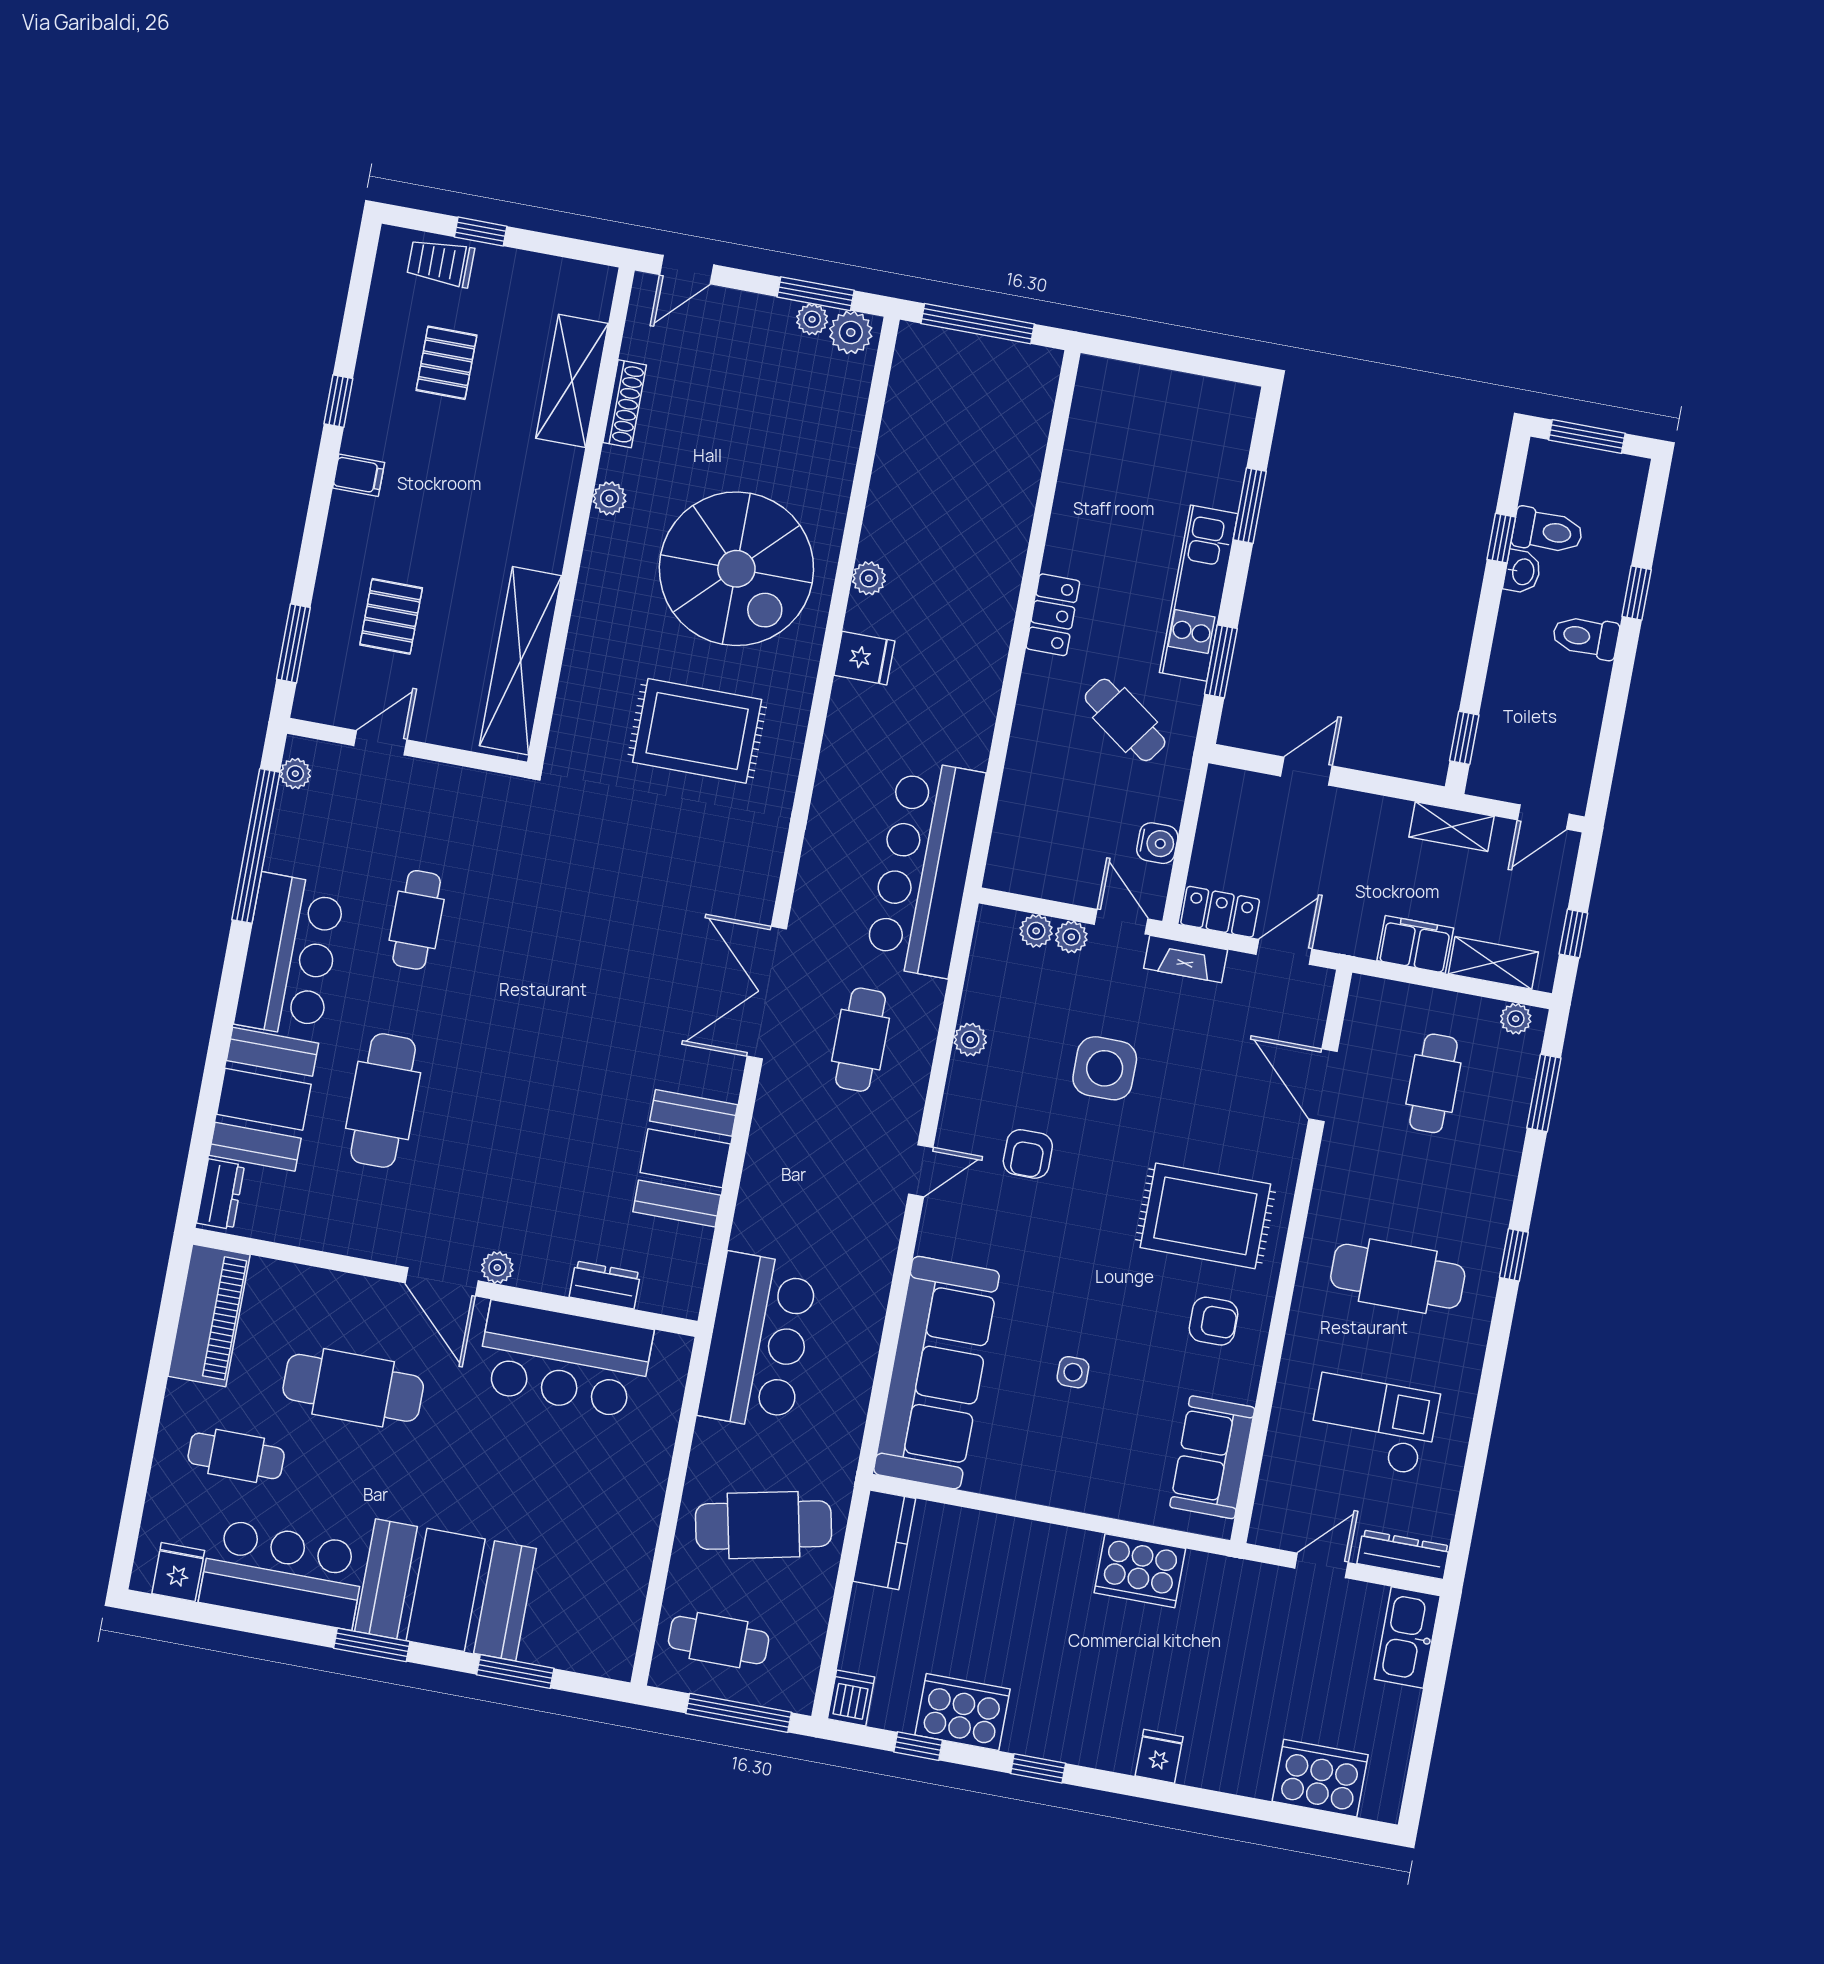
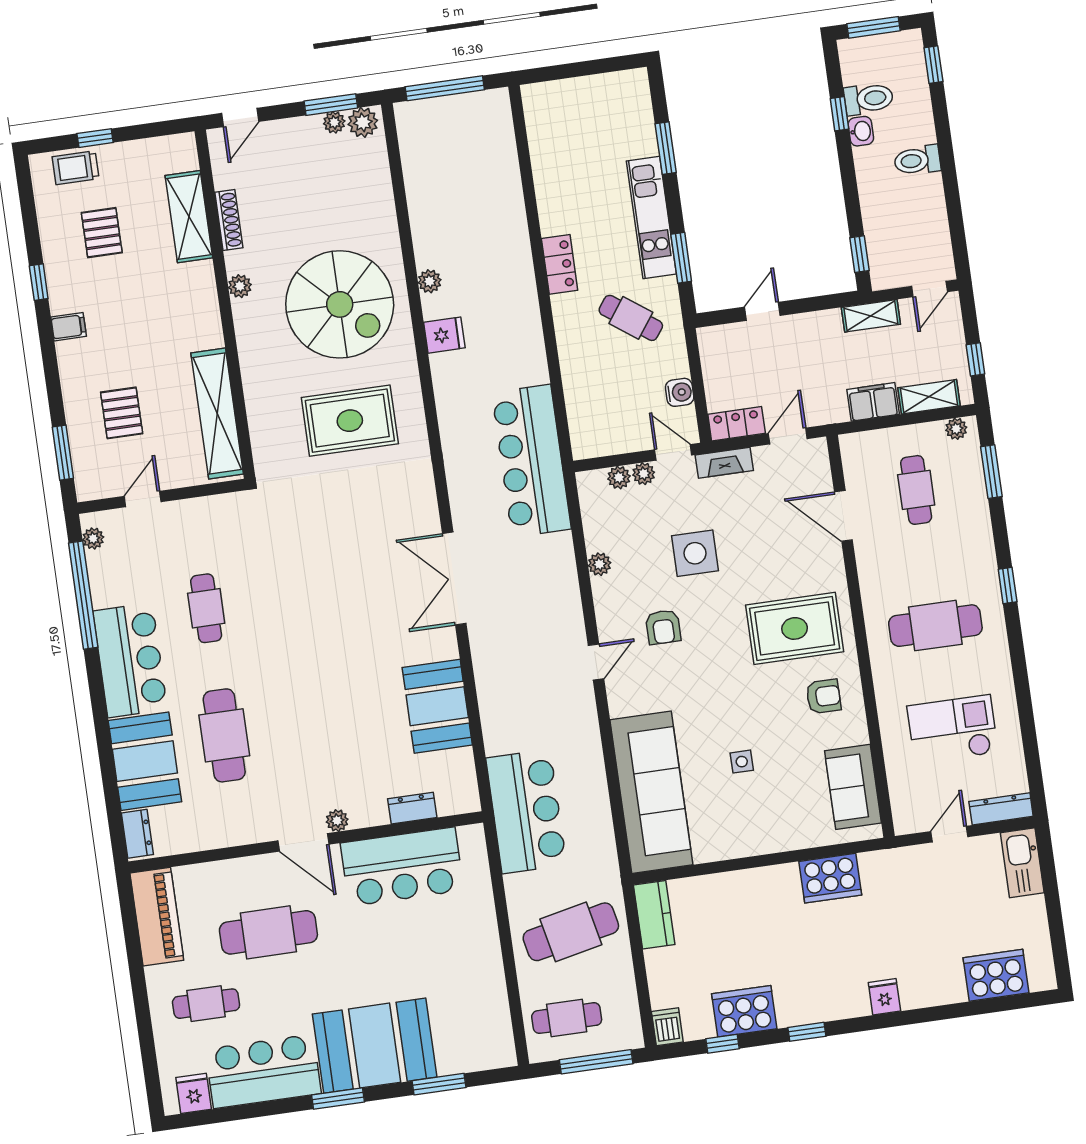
window: (1637, 593) -> (933, 65), moved
cafe table: (861, 1040) -> (527, 589), removed

